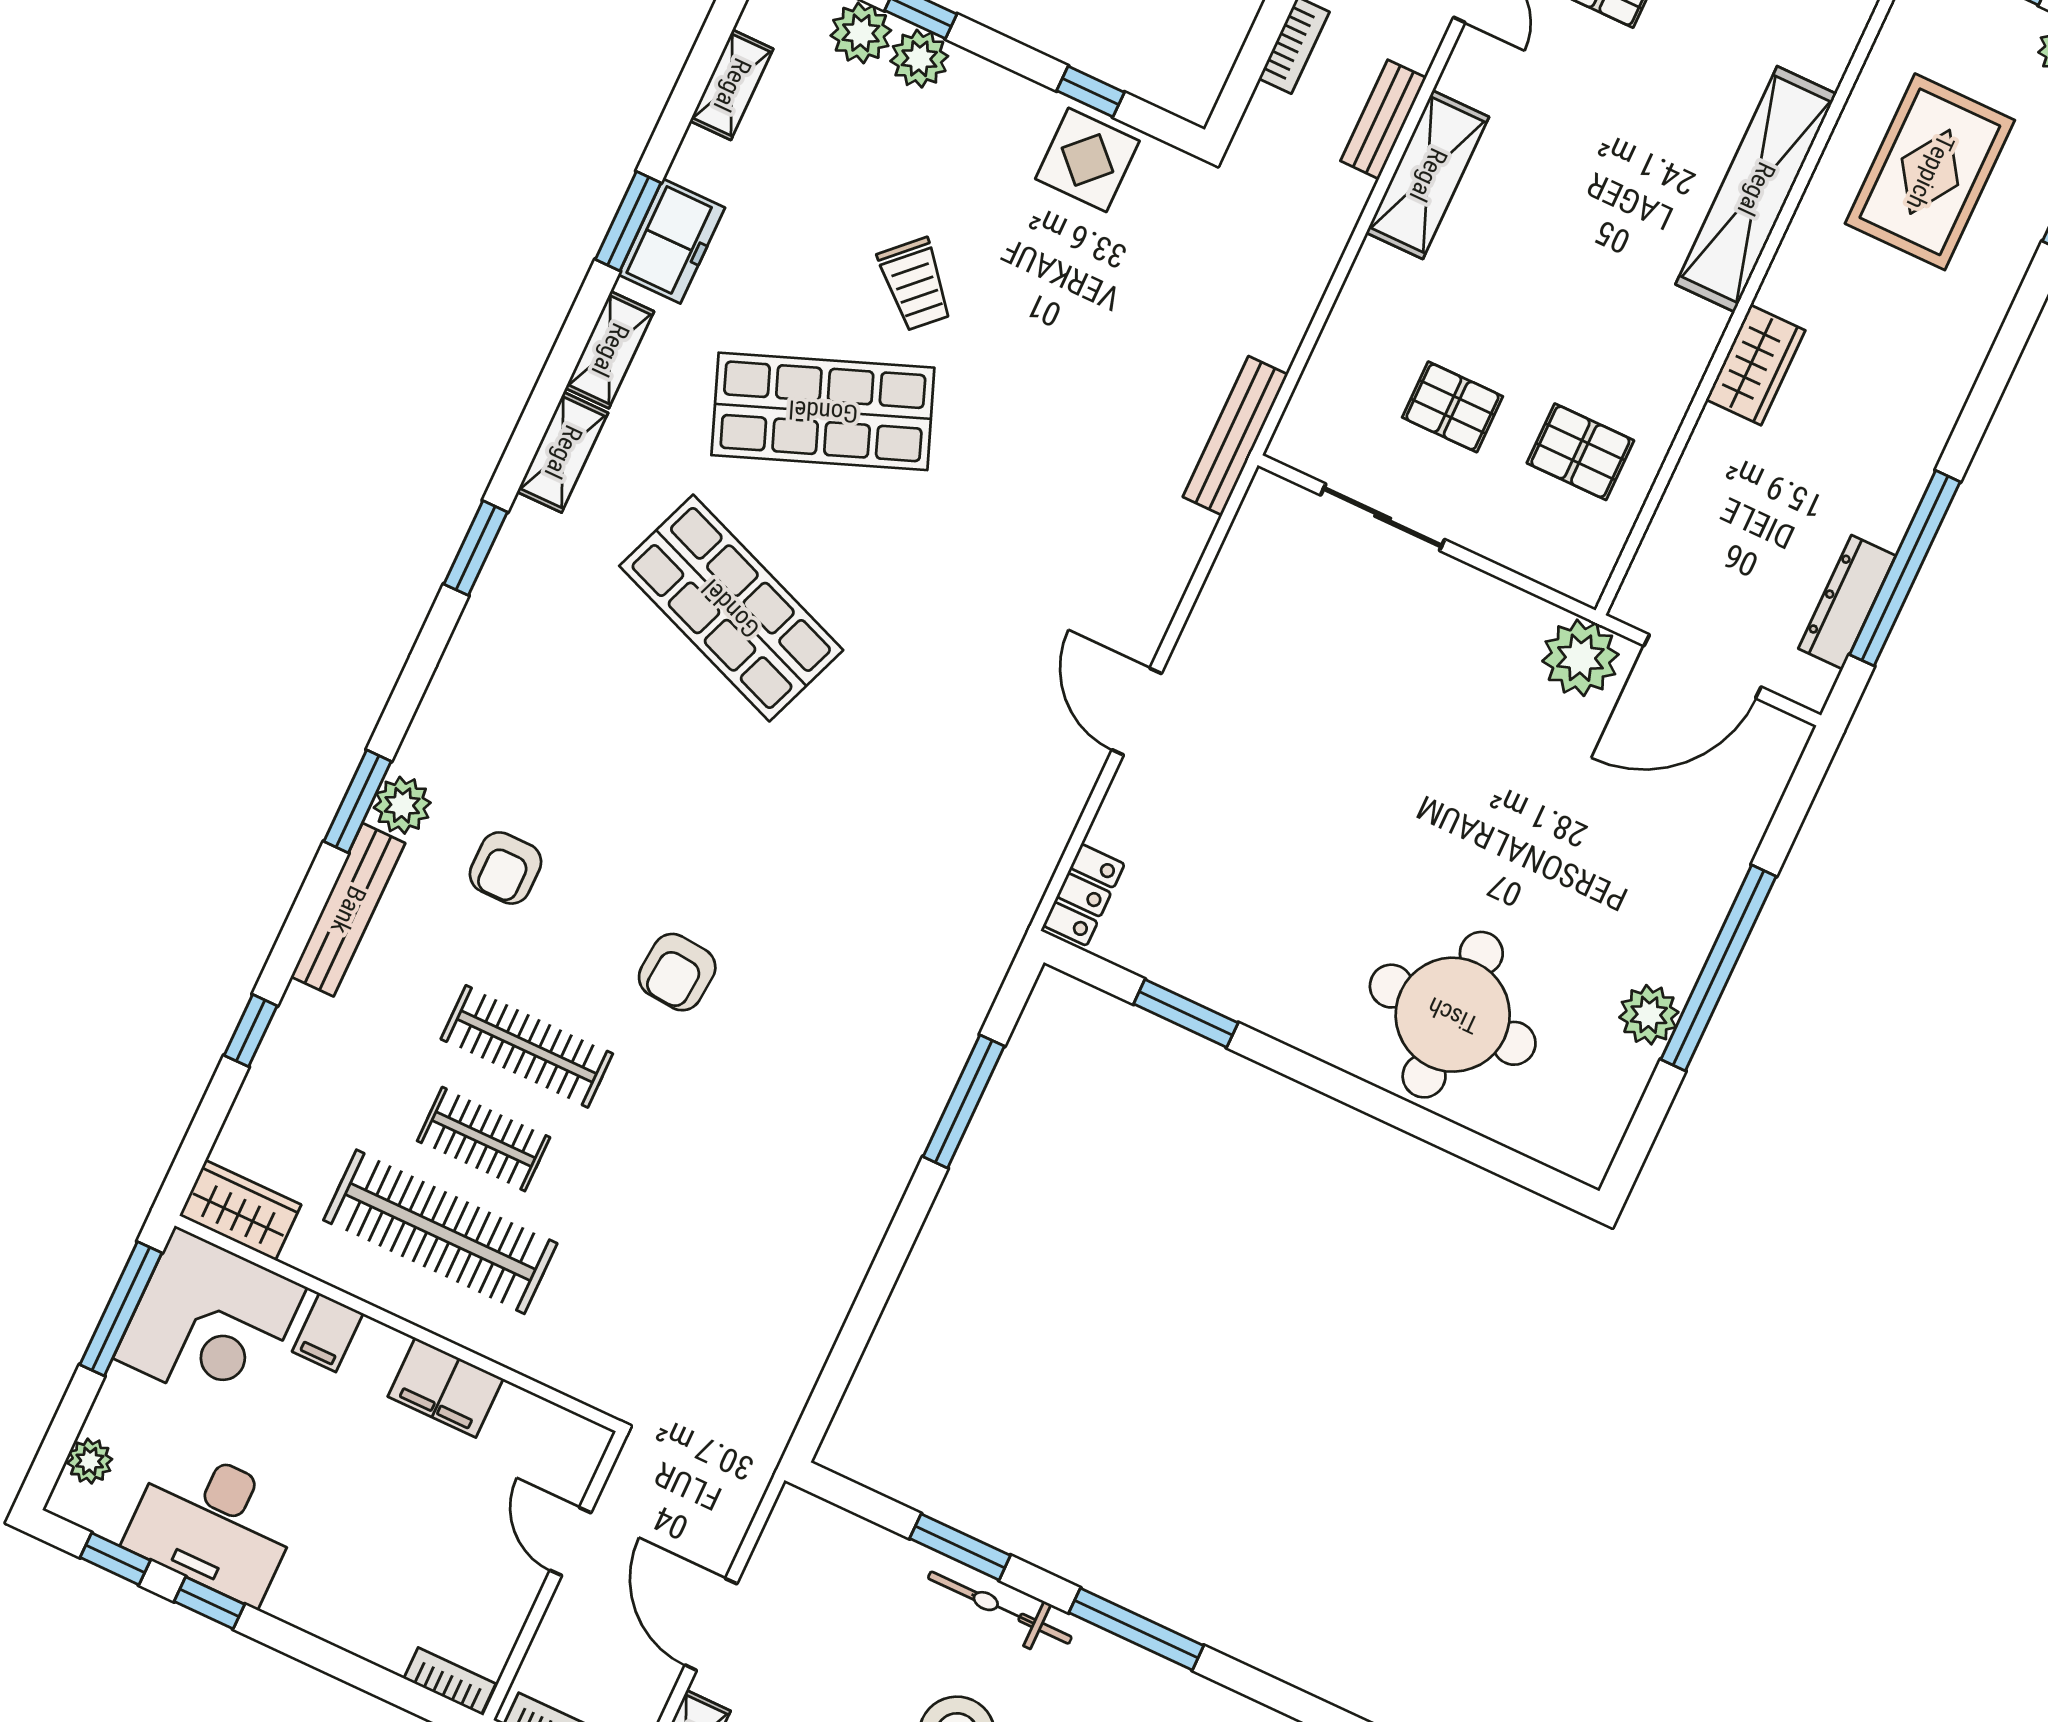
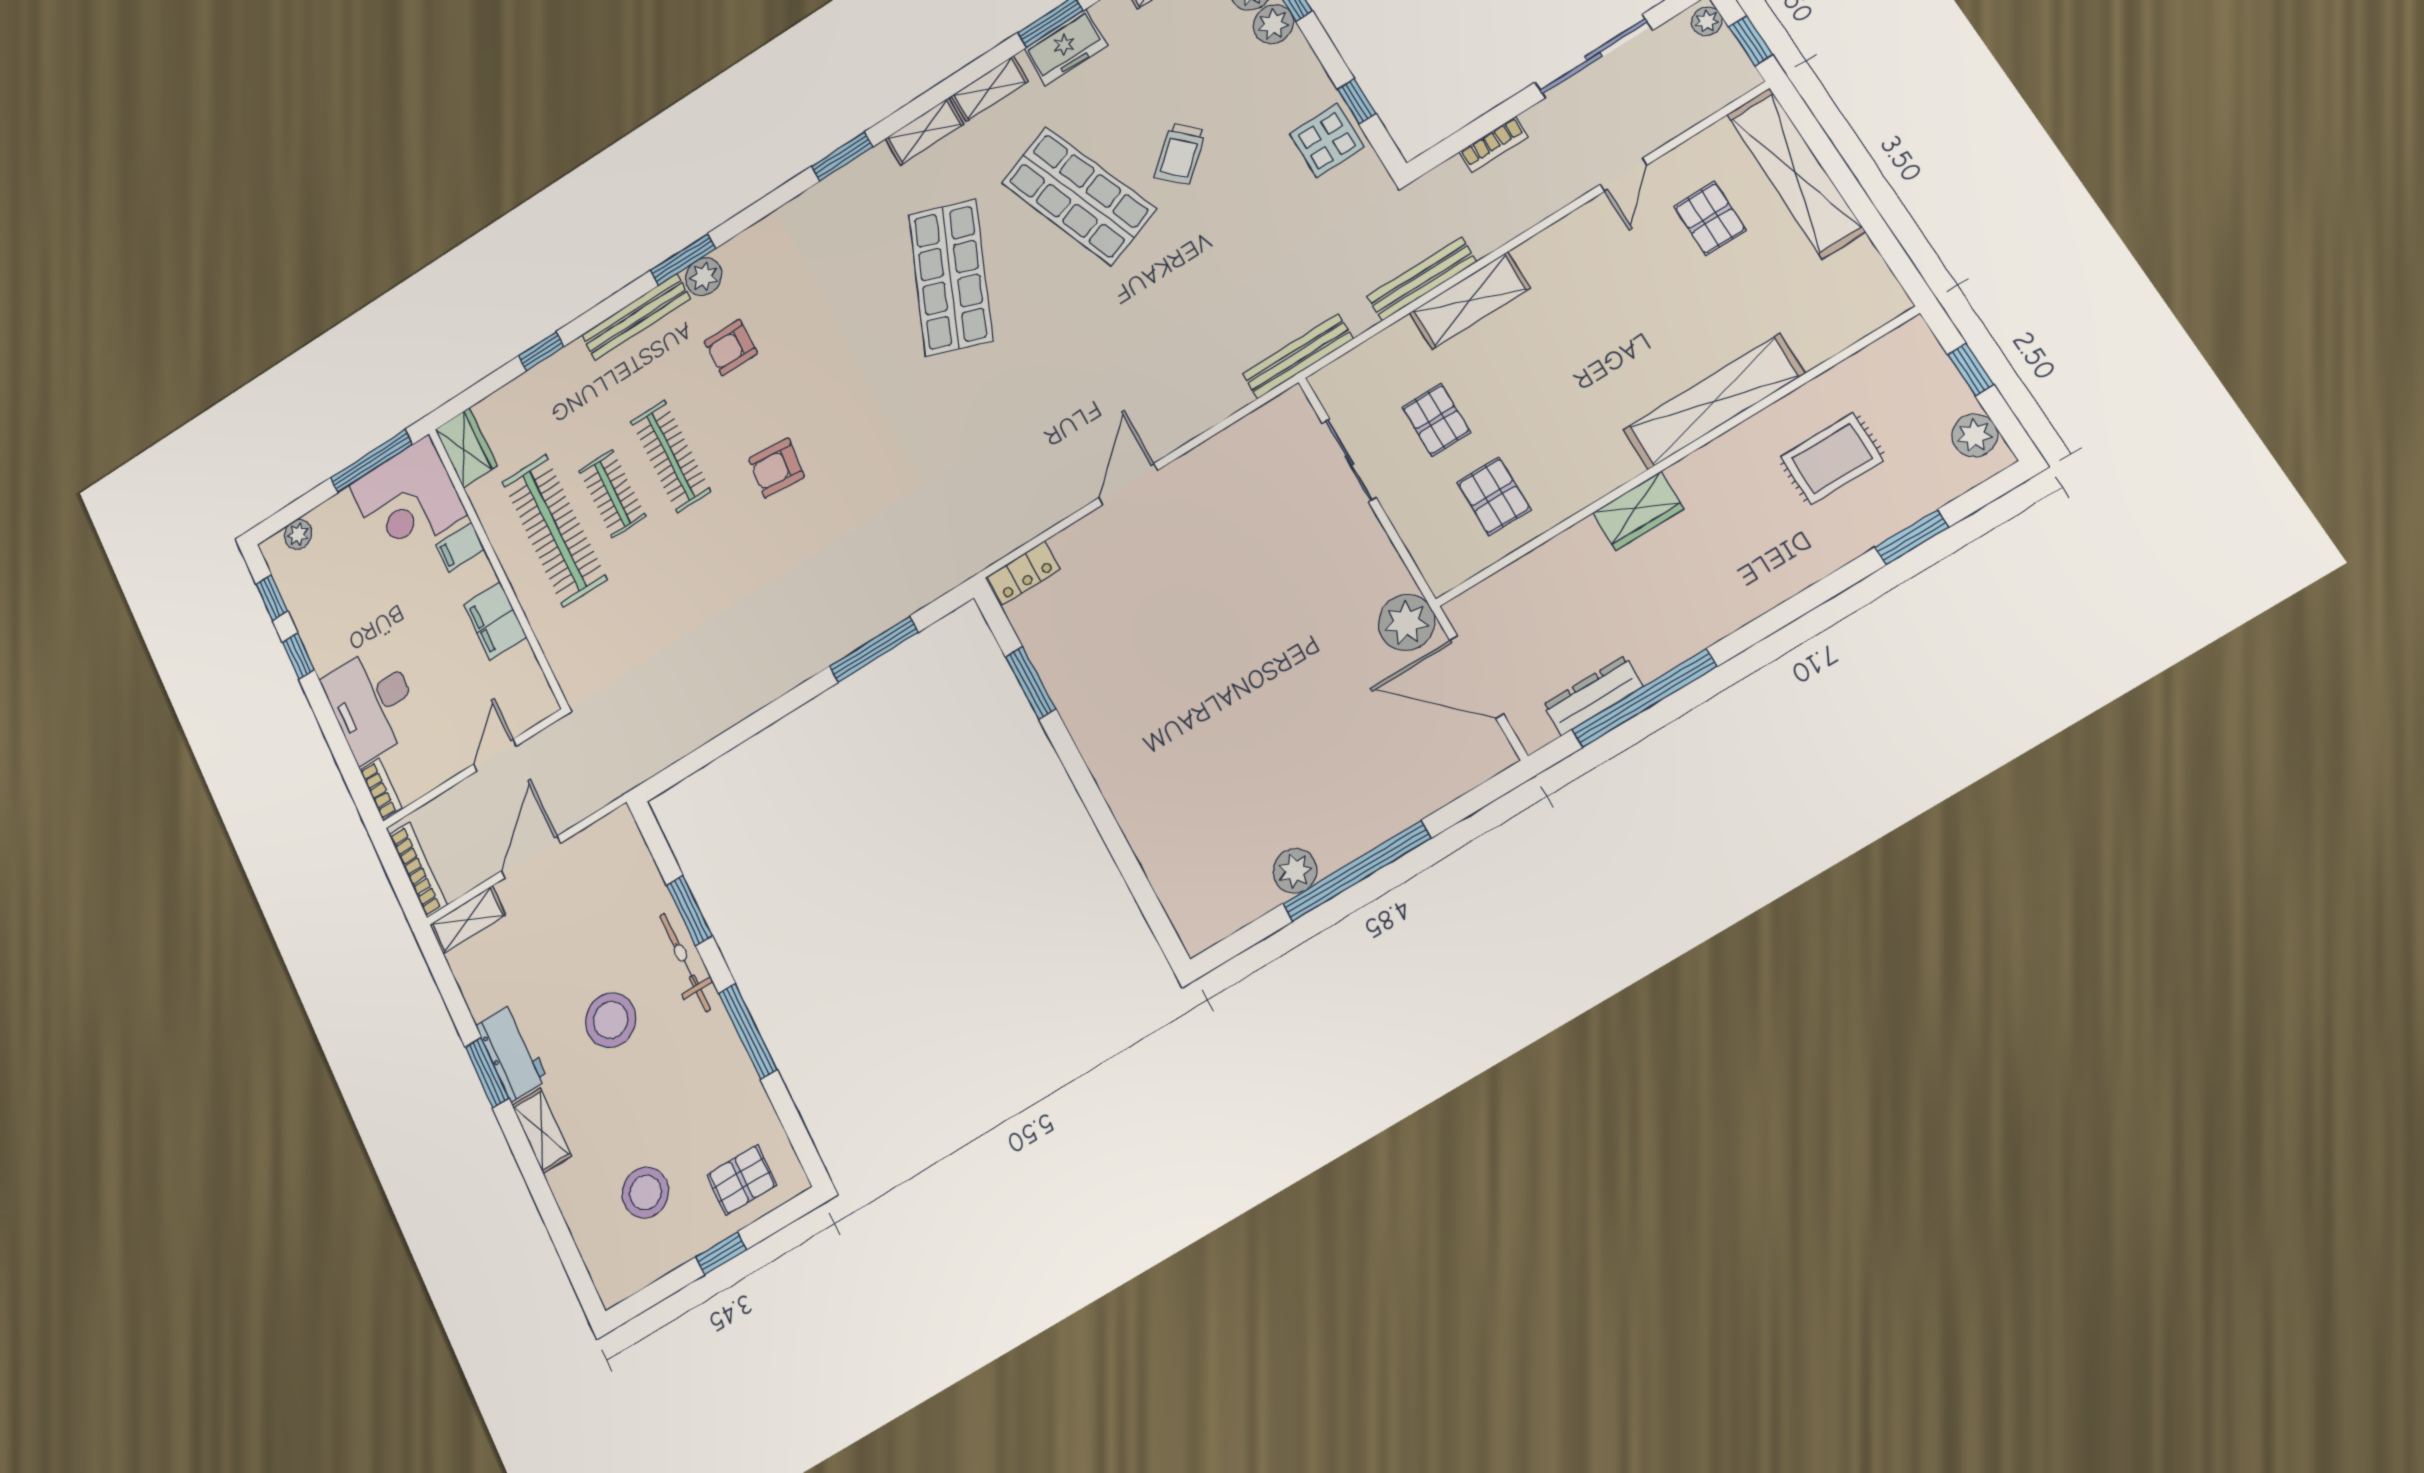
bench: (1383, 119) -> (1422, 279), moved, width x1.36
rug: (1930, 172) -> (1832, 458), width x0.73, depth x0.70
shelving: (1428, 175) -> (1470, 300), moved
round table: (1453, 1015) -> (1180, 790), removed
desk: (214, 1524) -> (372, 702), moved

